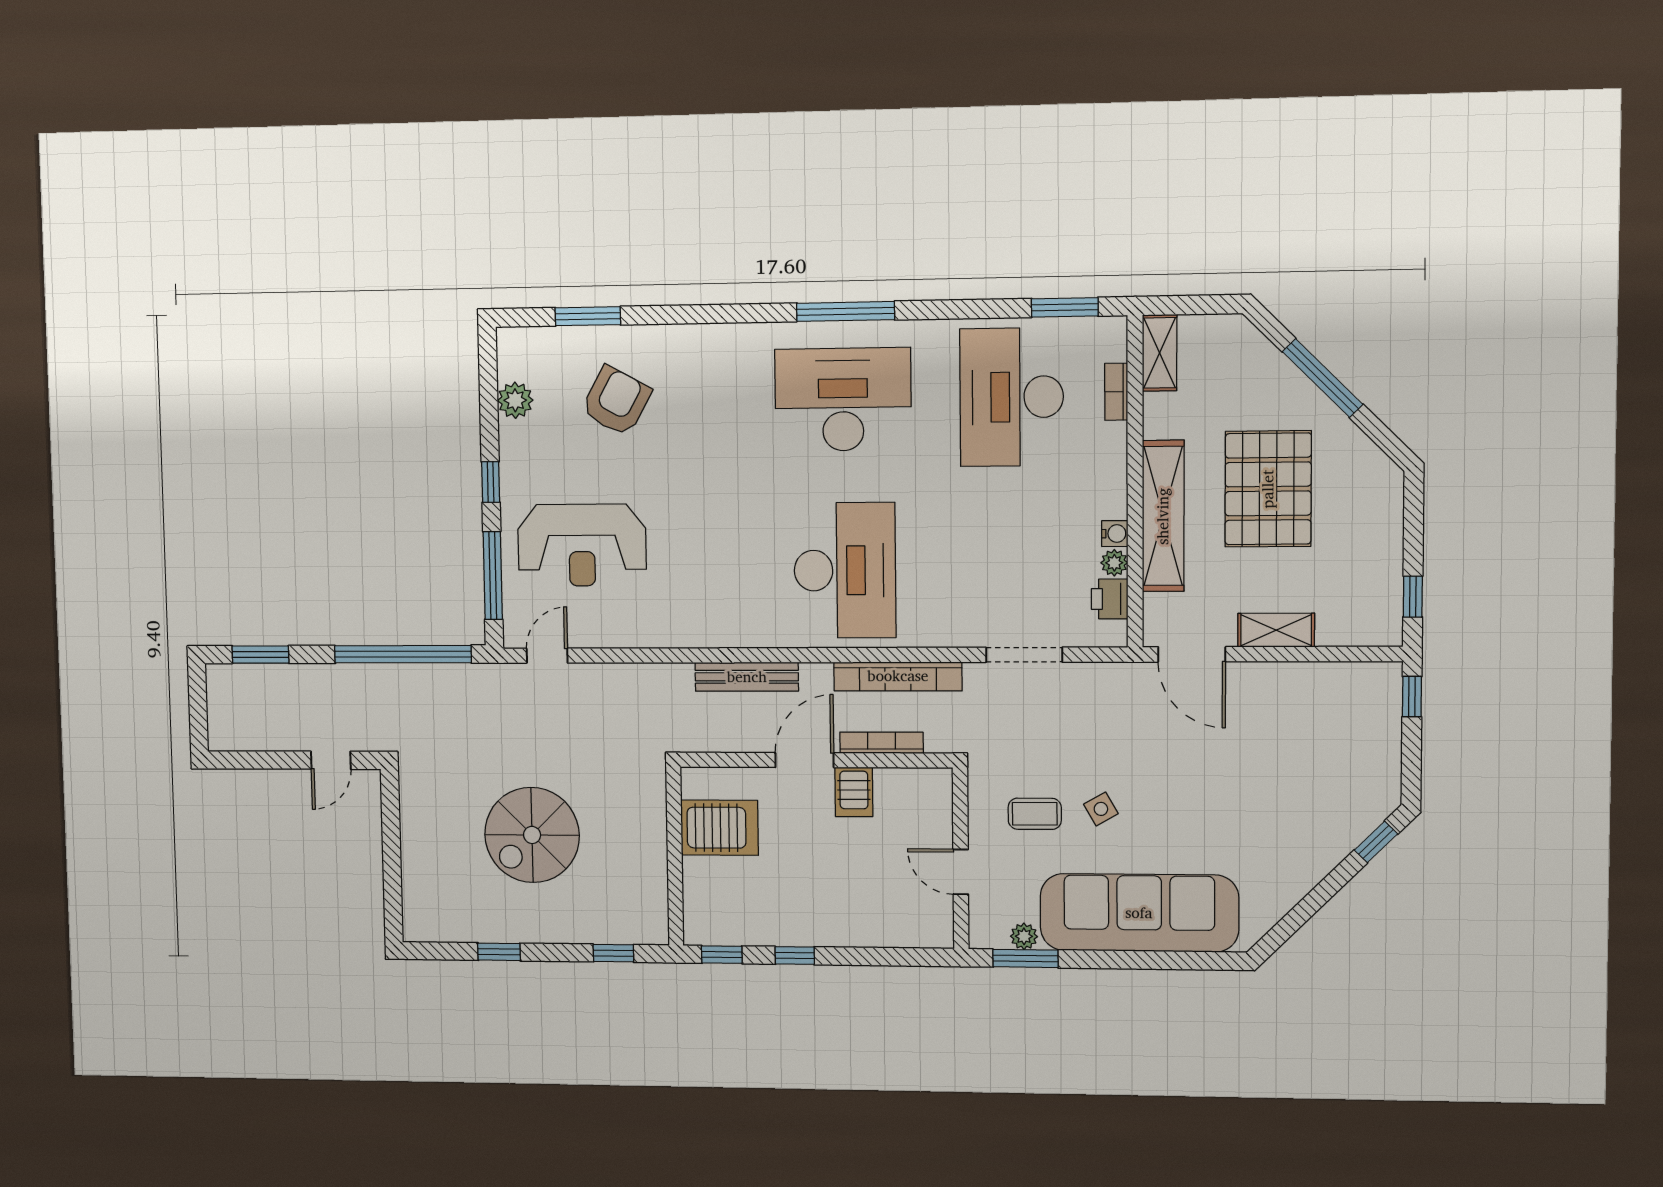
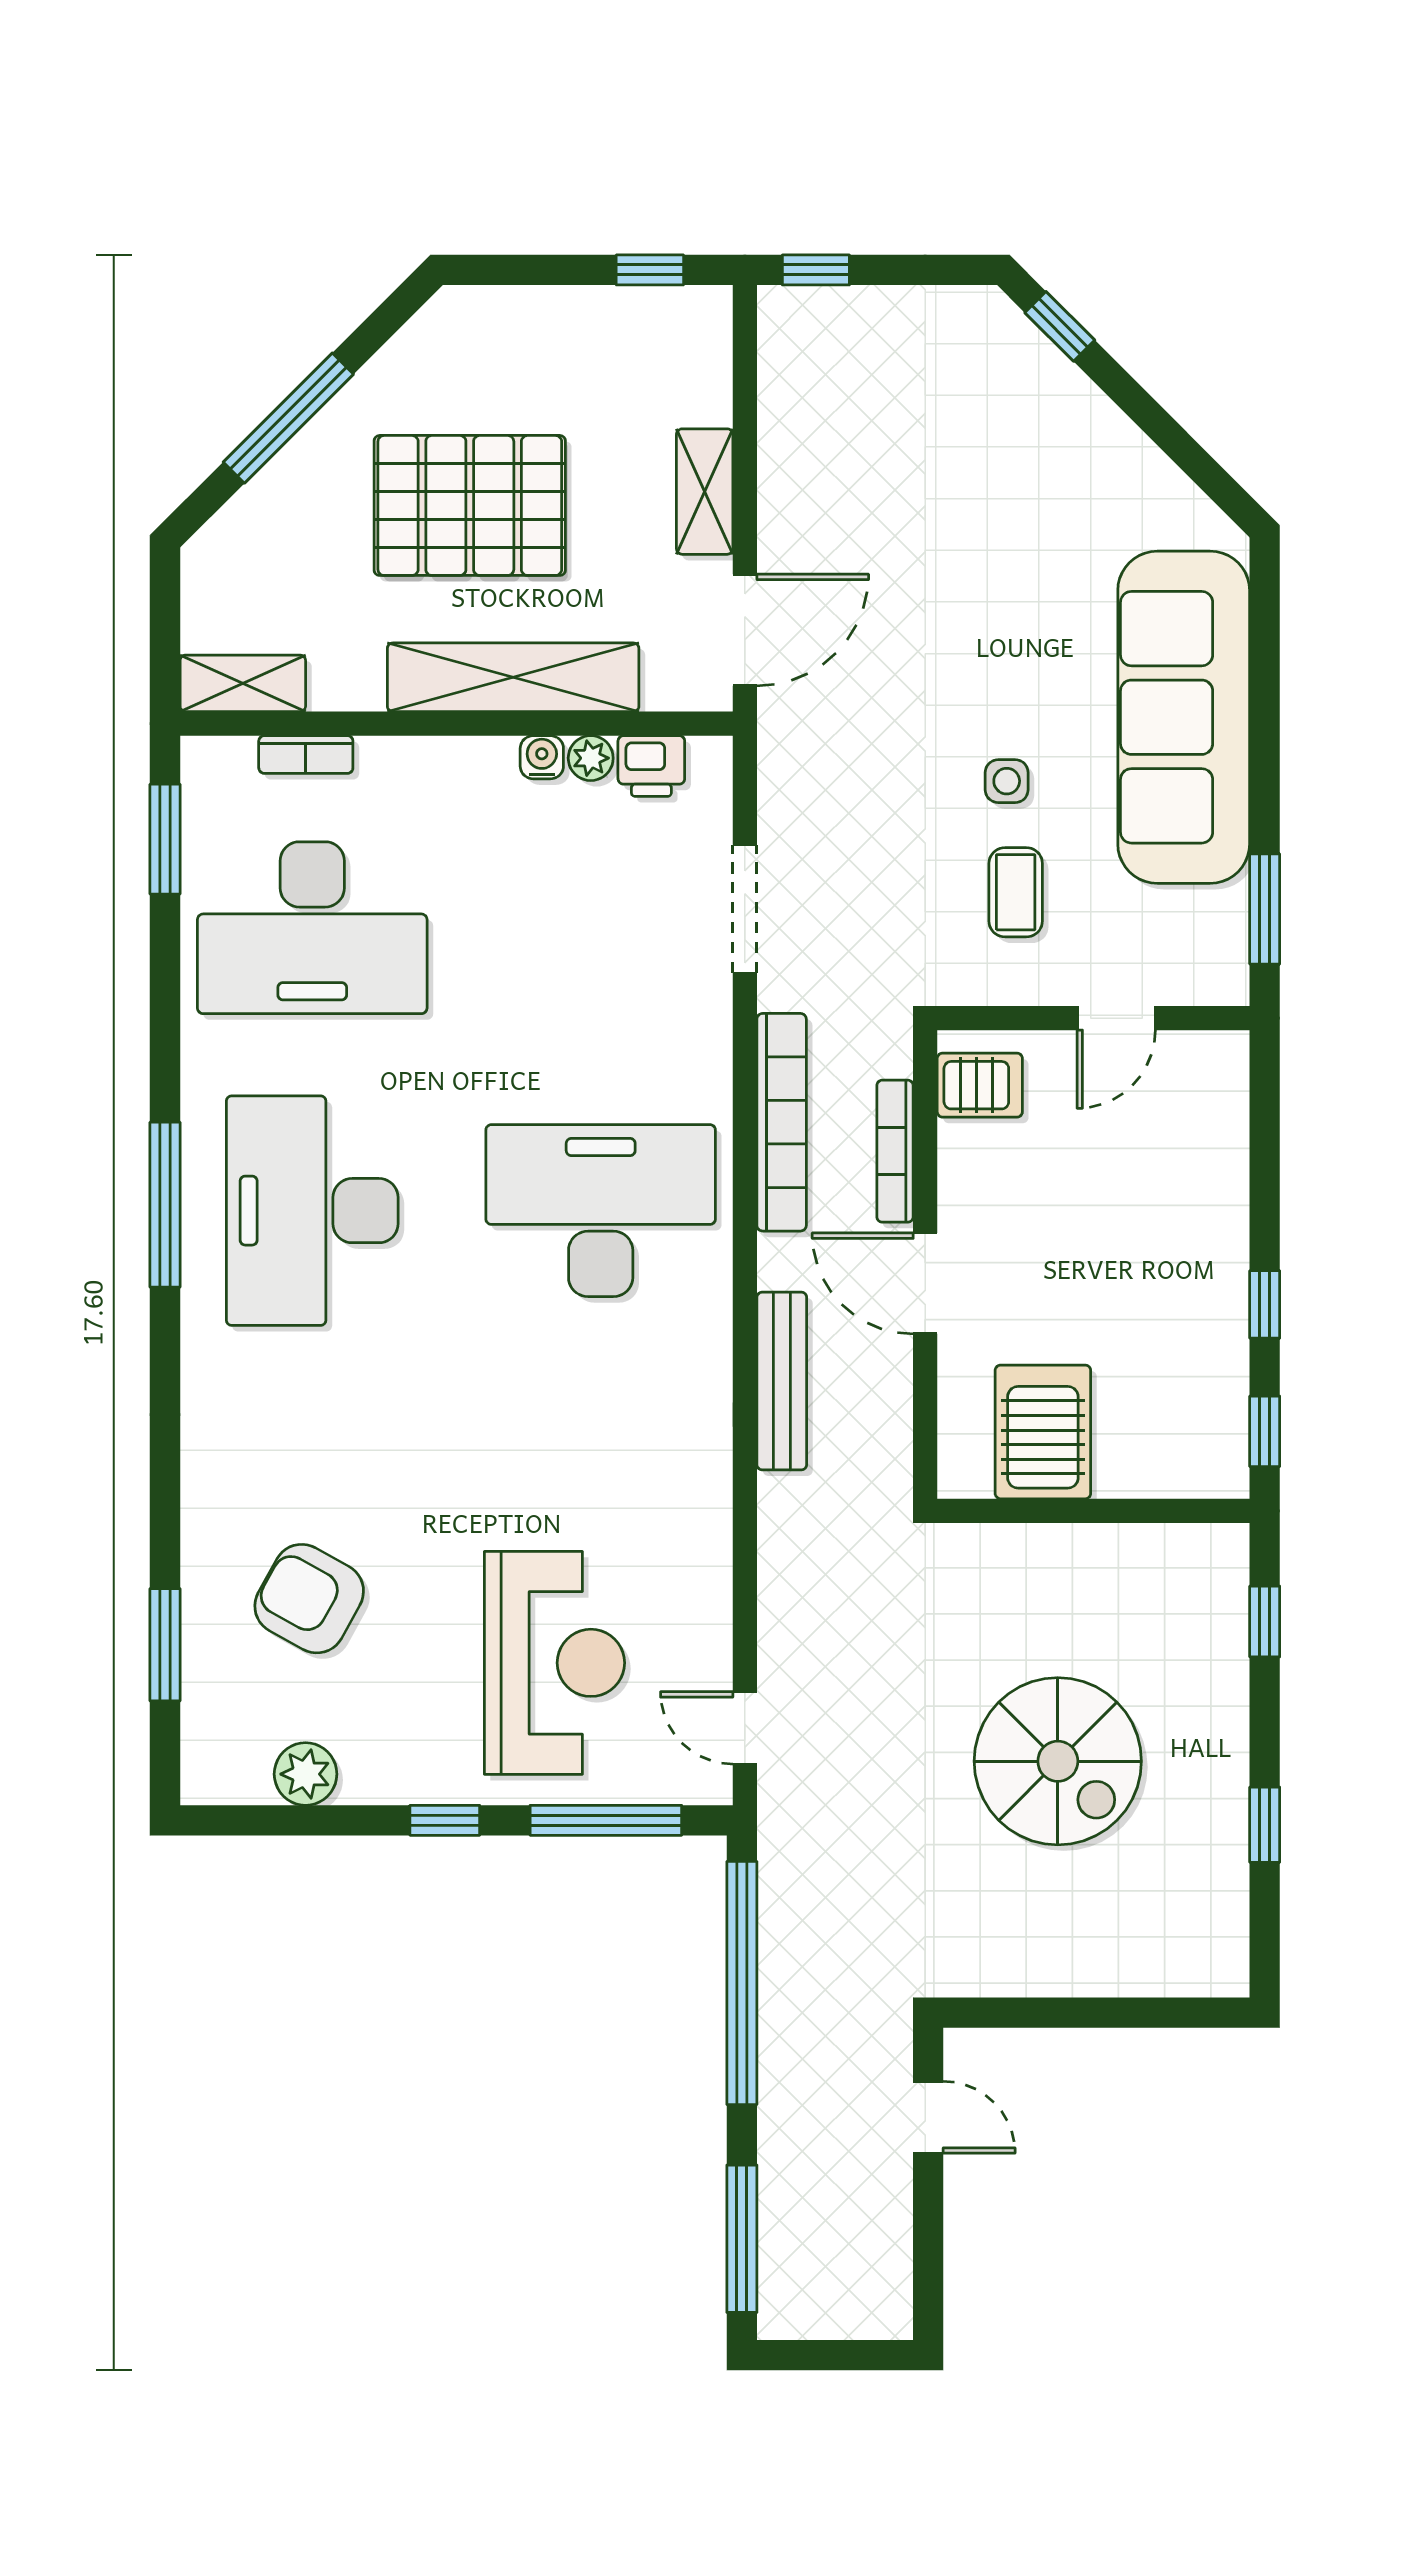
window: (260, 655) -> (742, 2239), width x1.44
server rack: (854, 792) -> (980, 1085), moved
side table: (1101, 809) -> (1007, 781), turned 30
plant: (1024, 936) -> (1226, 911), removed

